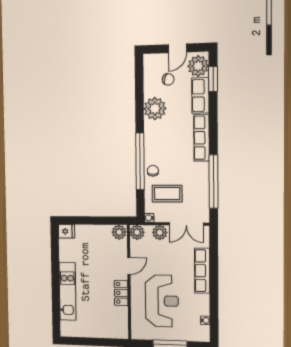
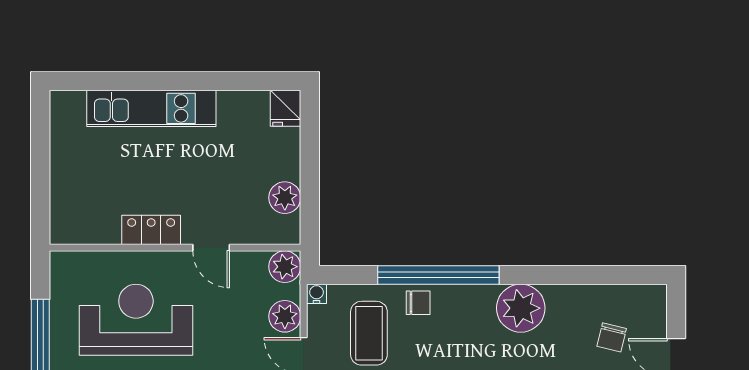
plant: (155, 109) -> (521, 308), moved
plant: (119, 232) -> (285, 198), moved
reception desk: (162, 301) -> (136, 320), turned 180

